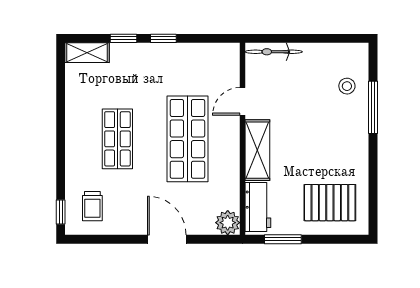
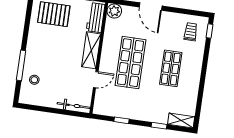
window: (163, 38) -> (121, 120), moved

